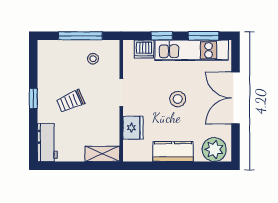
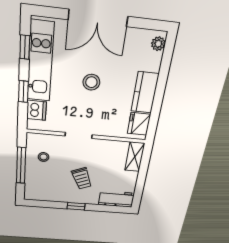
window: (204, 36) -> (25, 47), width x0.67
fridge: (133, 128) -> (139, 124), moved, turned -90
plant: (214, 150) -> (158, 44), width x0.53, depth x0.53

